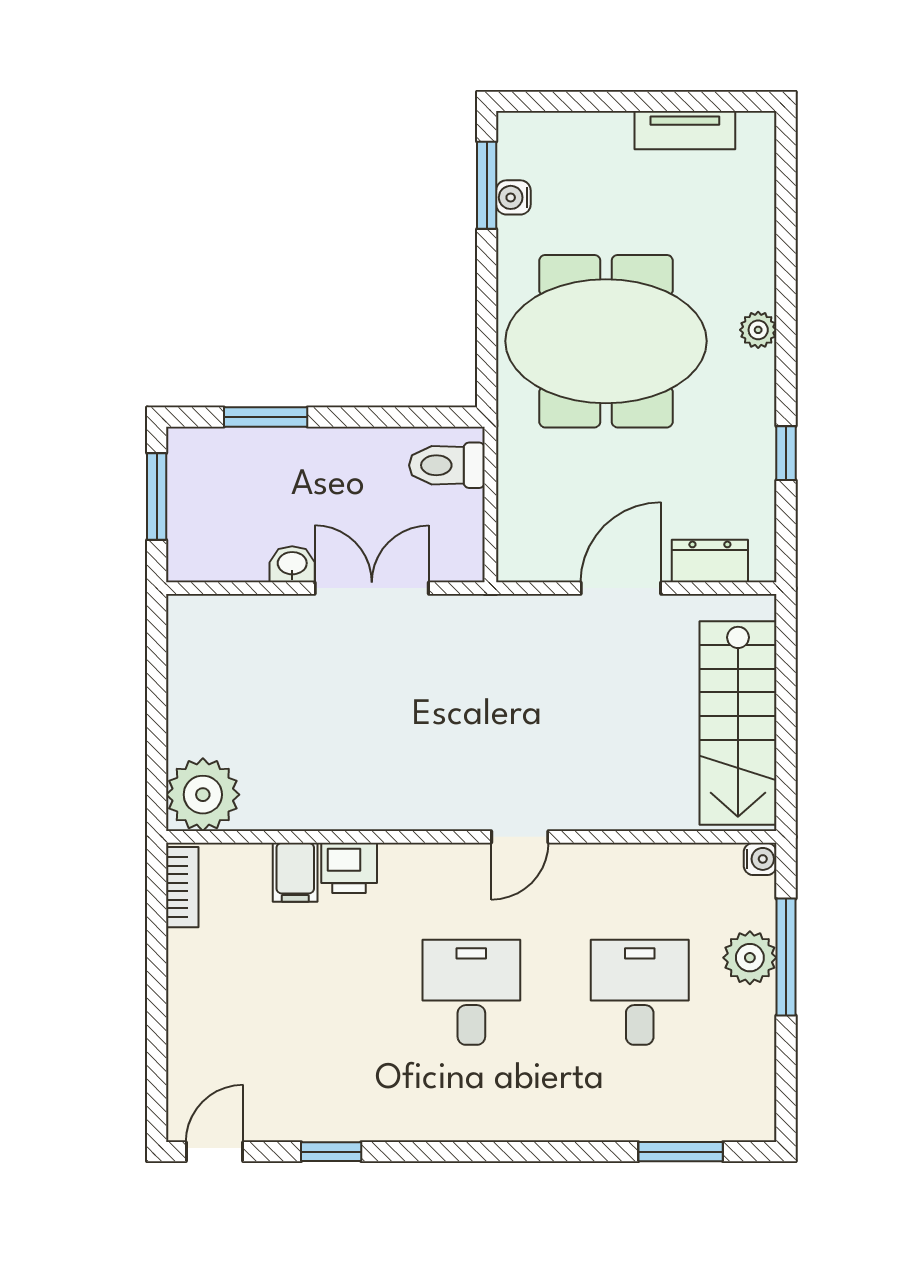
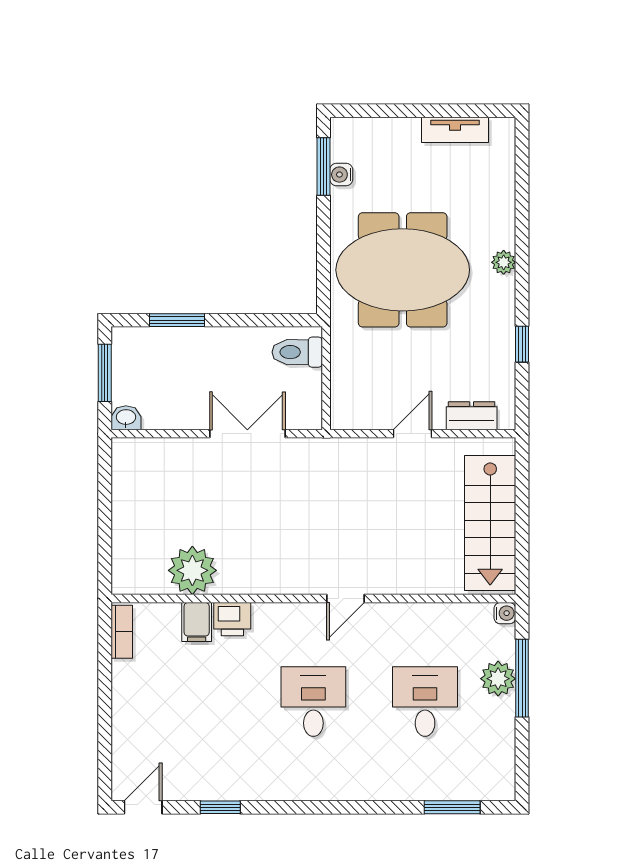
washbasin: (292, 564) -> (126, 418), moved
door: (621, 588) -> (413, 434), width x0.73
plant: (203, 795) -> (192, 570), moved

